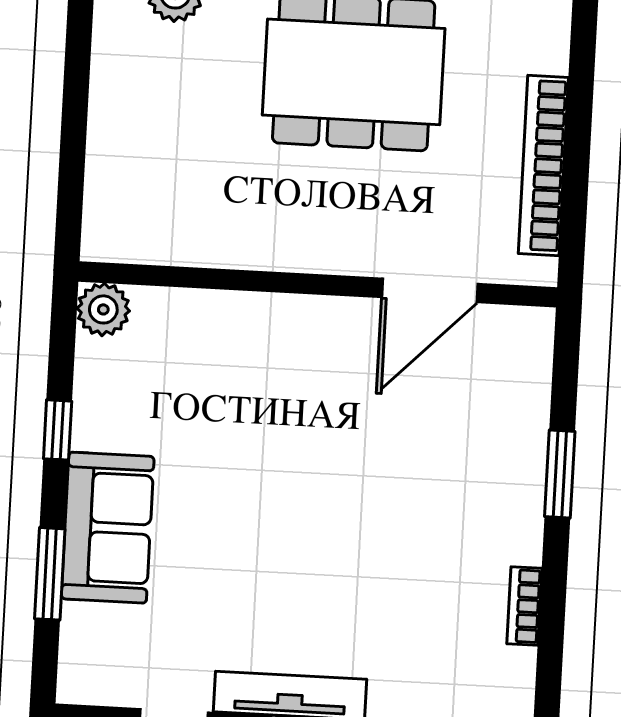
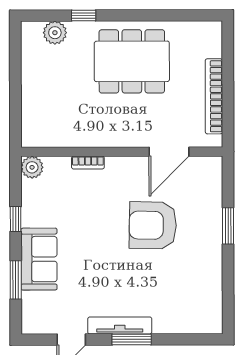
armchair: (382, 463) -> (153, 225), added
bookcase: (524, 606) -> (88, 163), moved, turned -90

